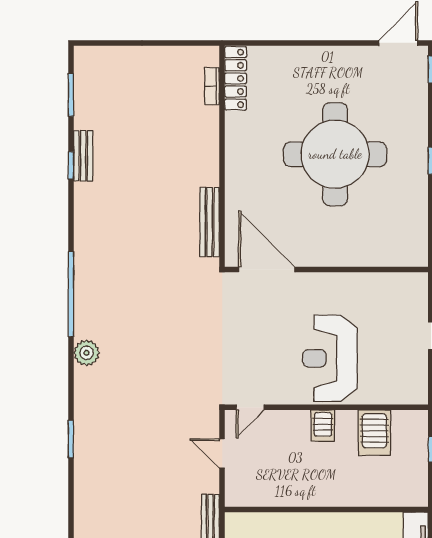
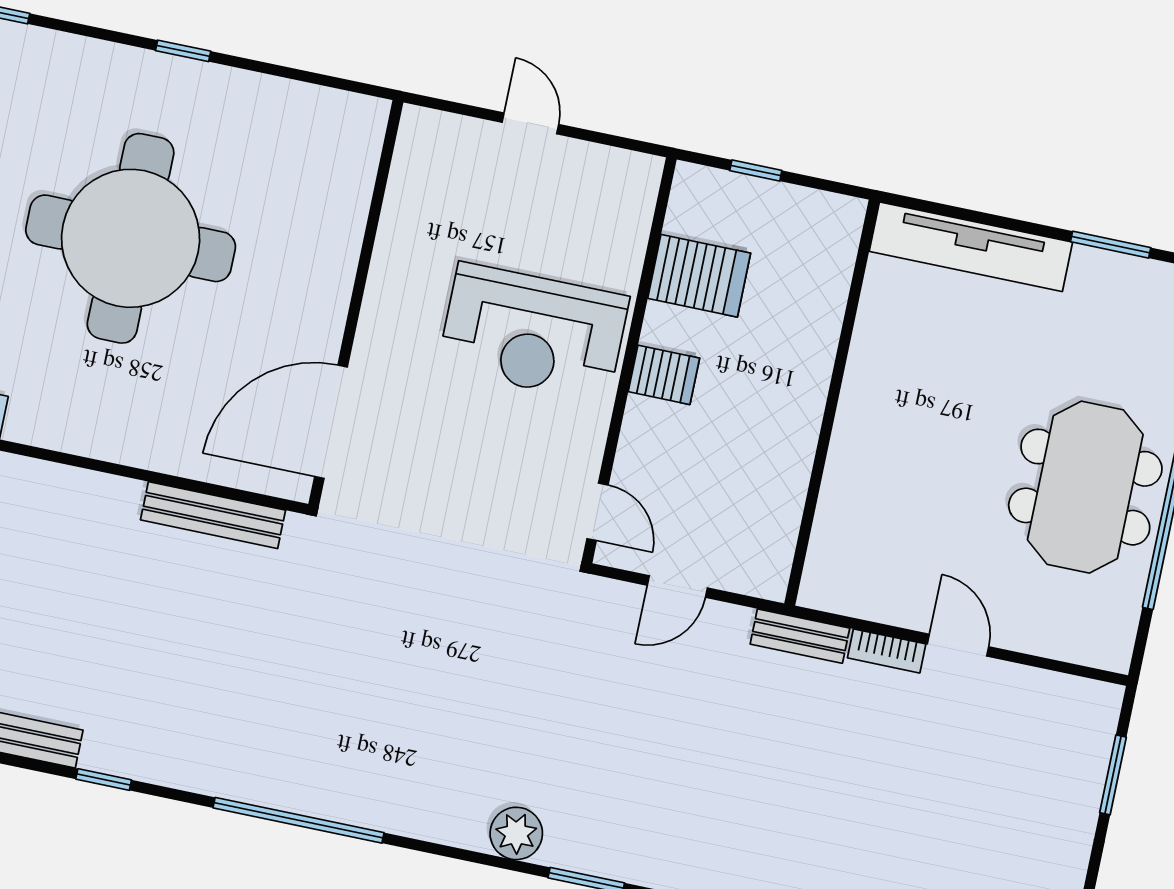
window: (71, 165) -> (104, 780), moved
plant: (87, 353) -> (516, 833), moved

